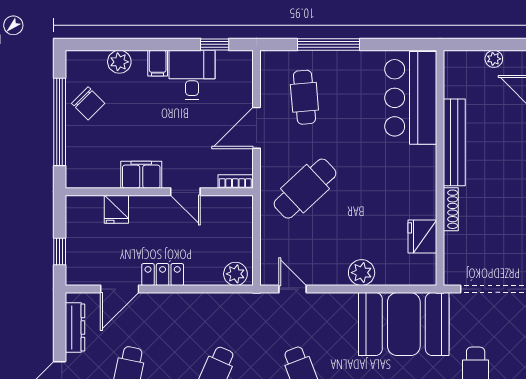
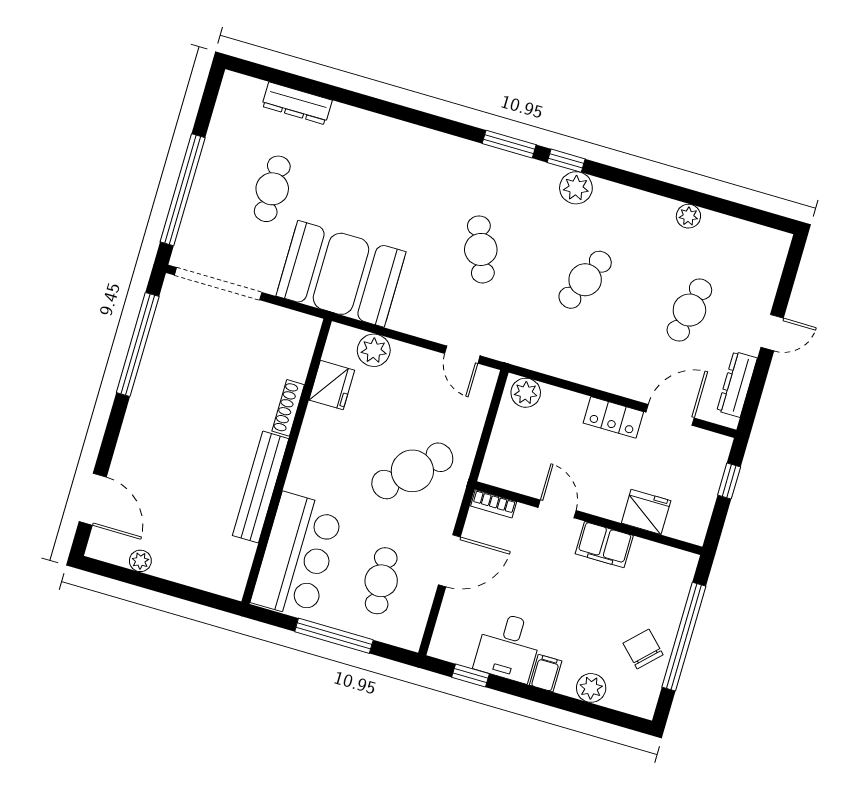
bar counter: (411, 98) -> (297, 556), moved
bench: (454, 142) -> (261, 487), moved
wall: (440, 168) -> (287, 461), moved
fridge: (116, 209) -> (646, 512), width x1.38
shoe rack: (451, 209) -> (288, 408), moved
fridge: (422, 236) -> (332, 385), moved

